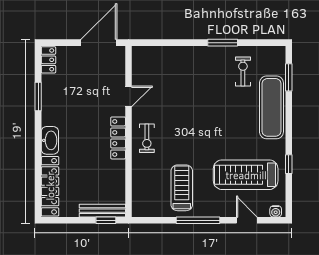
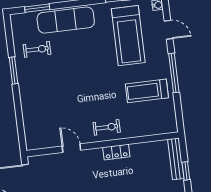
exercise bike: (243, 72) -> (37, 49), turned 180
locker: (118, 138) -> (116, 152), width x0.66
window: (106, 220) -> (186, 171), moved
door: (247, 220) -> (169, 30), swing flipped

